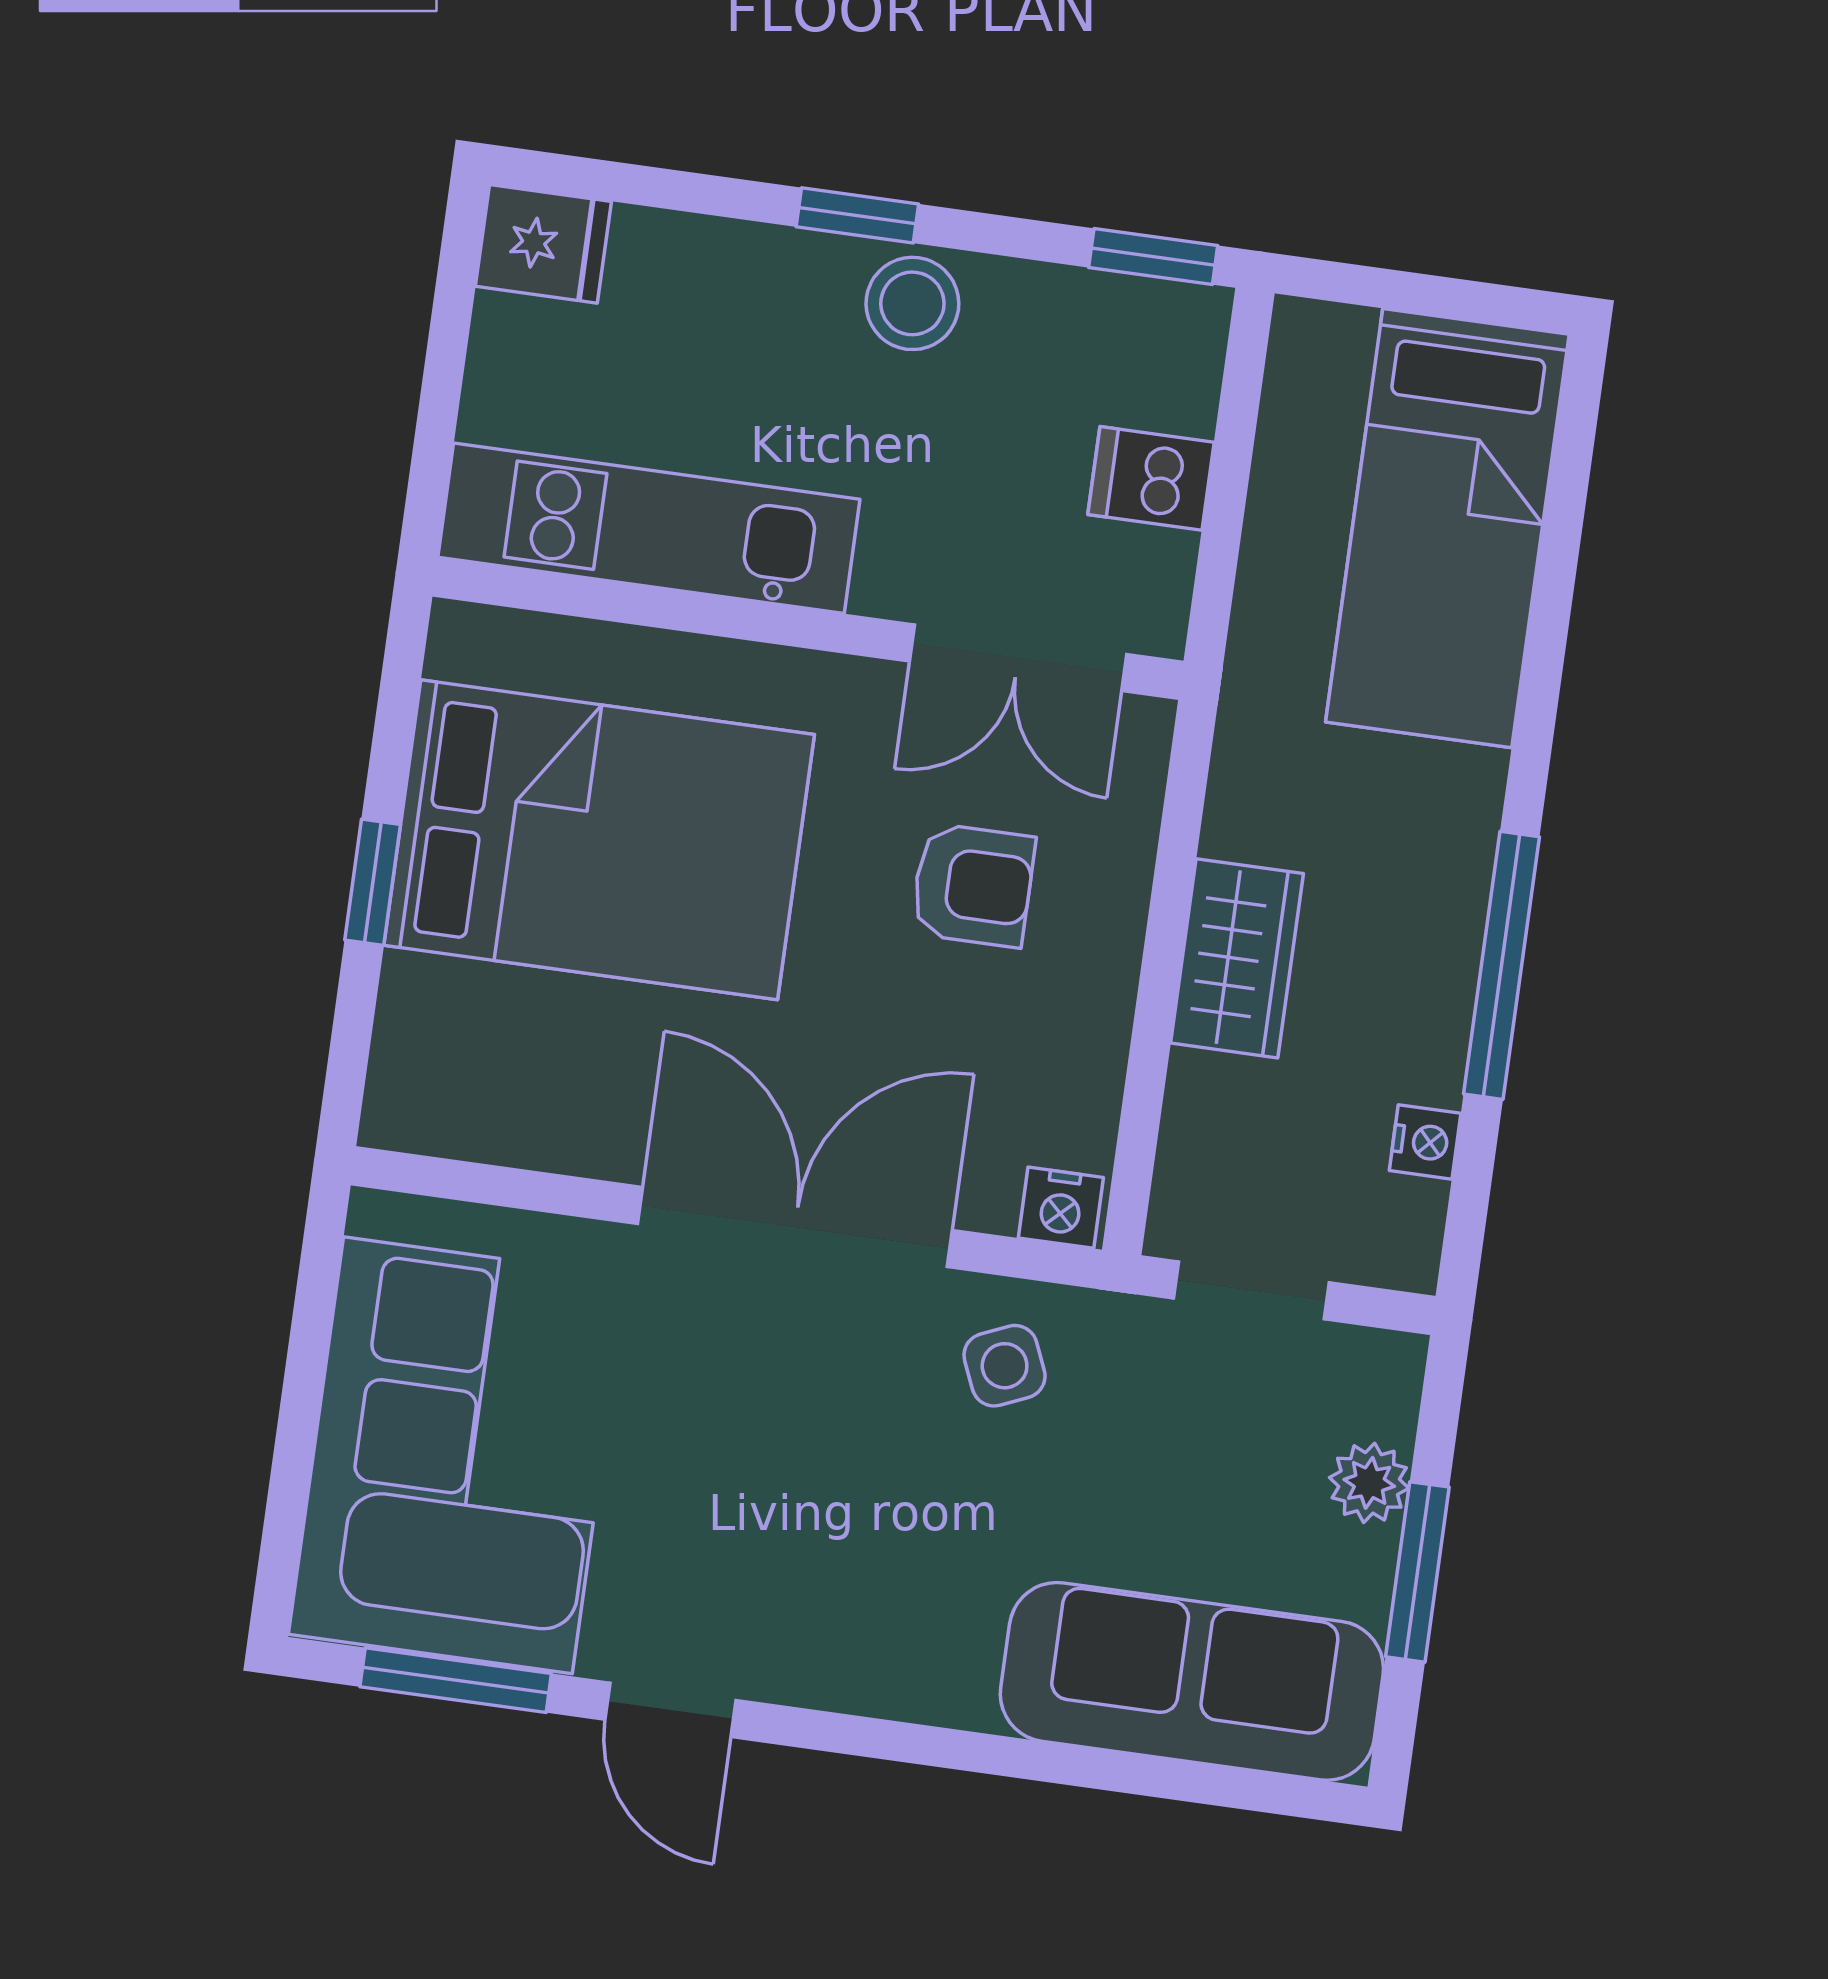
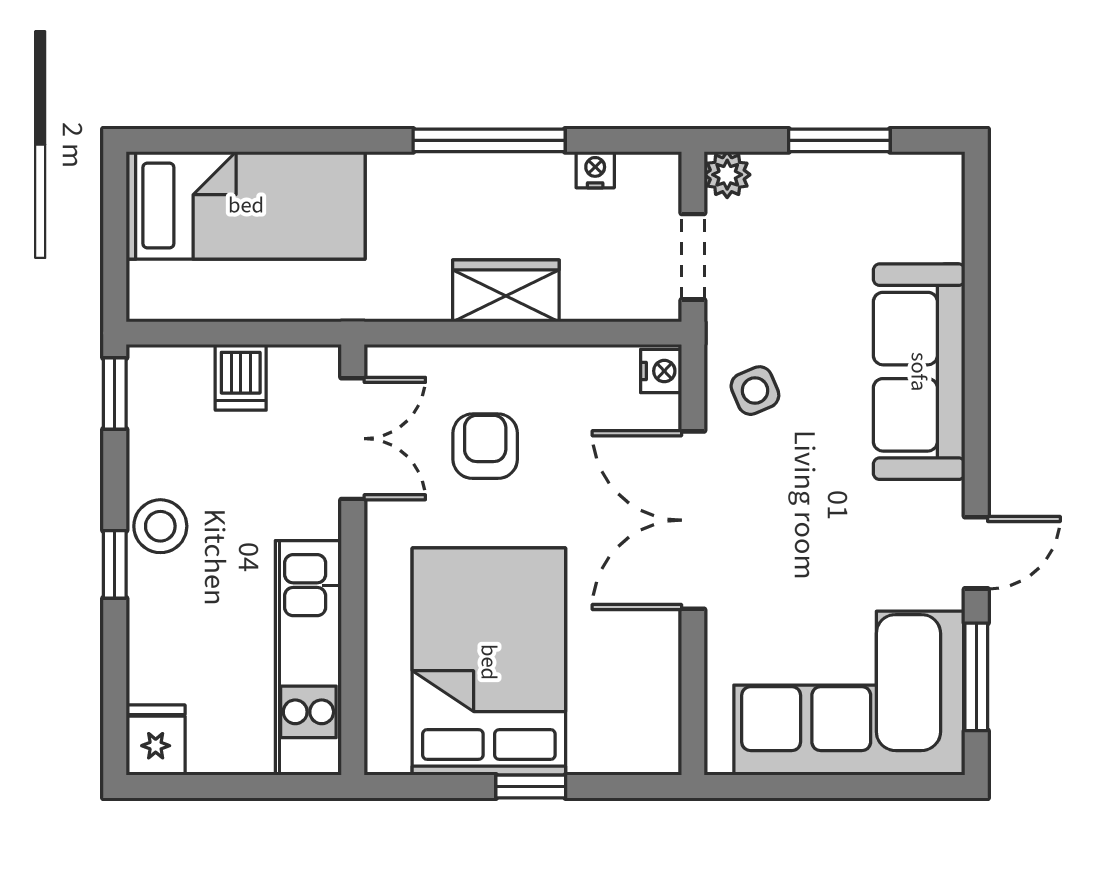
plant: (1369, 1483) -> (727, 175), moved
sofa: (1192, 1681) -> (919, 372), moved

